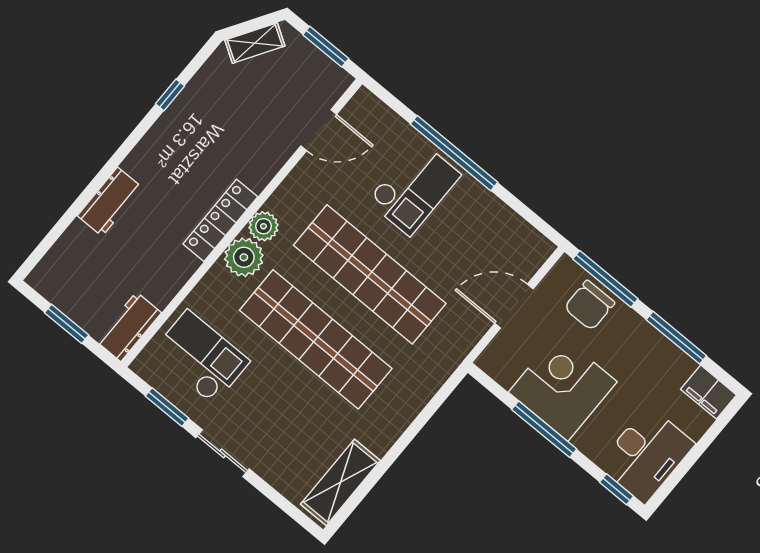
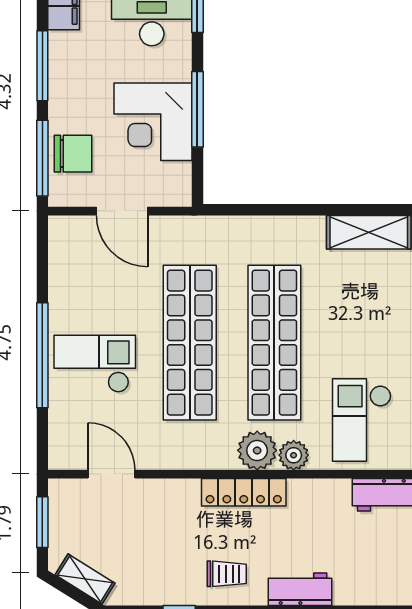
trolley: (168, 155) -> (227, 574), added
plant: (264, 226) -> (294, 455), moved

